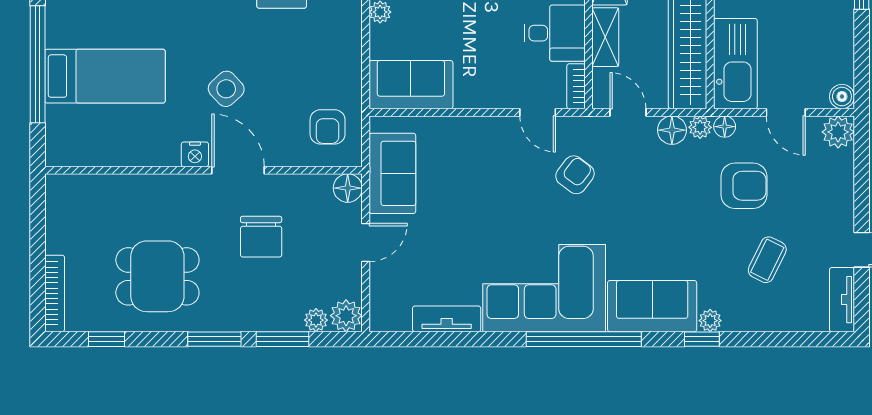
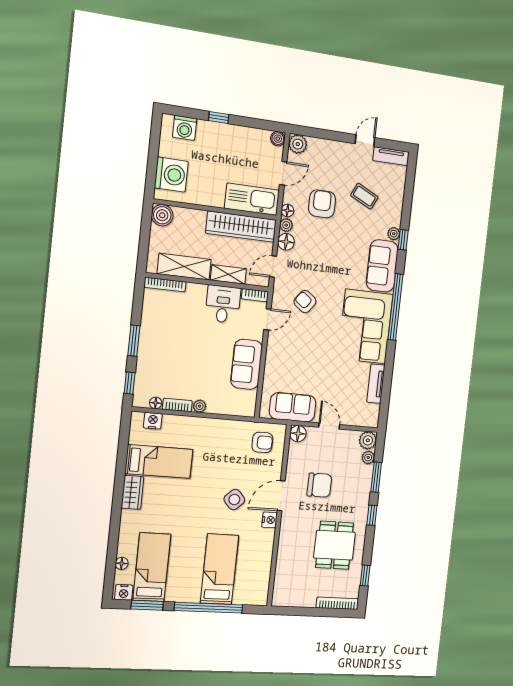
sofa: (411, 85) -> (247, 364), moved
window: (214, 339) -> (372, 515), width x0.67

